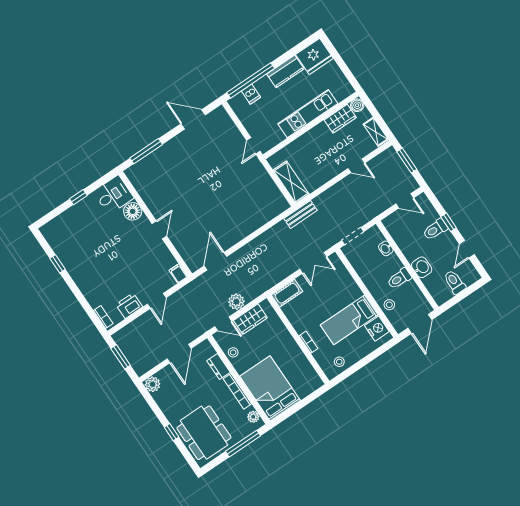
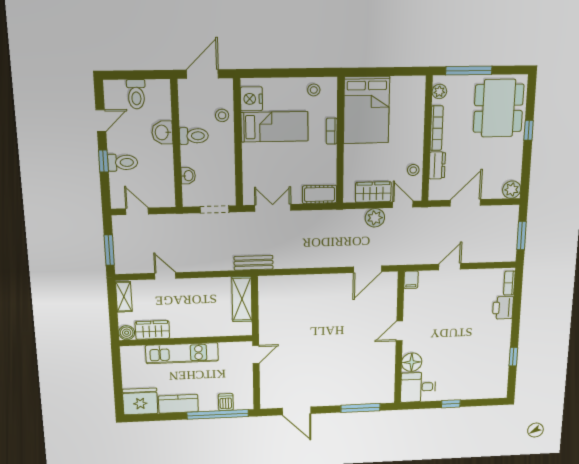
printer: (129, 306) -> (503, 308), moved, turned 90
bed: (270, 388) -> (366, 110), moved

